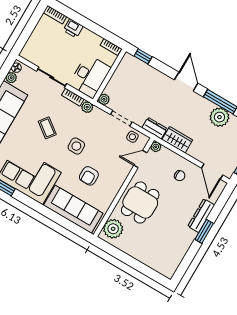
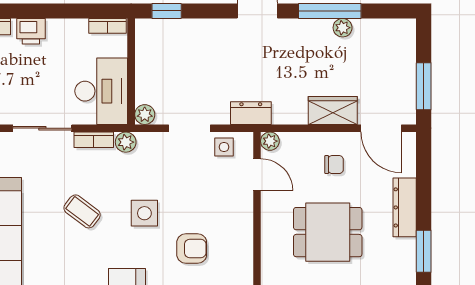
plant: (219, 117) -> (343, 28), width x0.53, depth x0.53
wardrobe: (177, 140) -> (333, 110), moved
door: (140, 159) -> (257, 175), swing flipped
armchair: (89, 176) -> (192, 248), turned -90
dining table: (140, 203) -> (328, 232), moved, turned 90
window: (204, 231) -> (424, 251), moved

